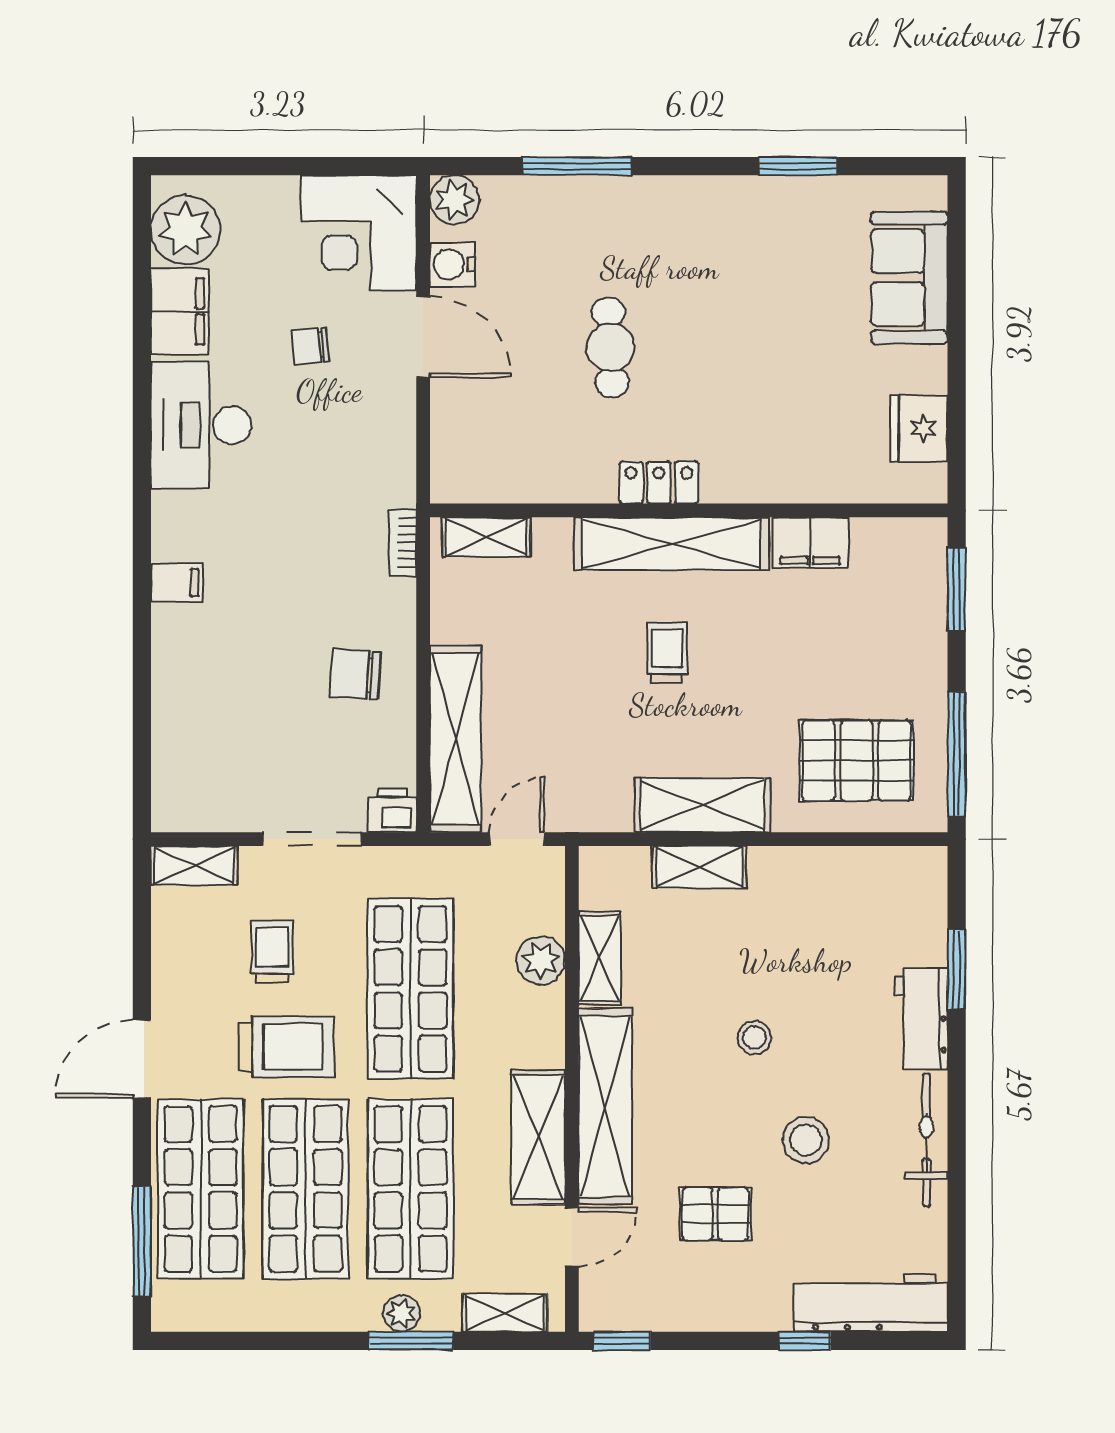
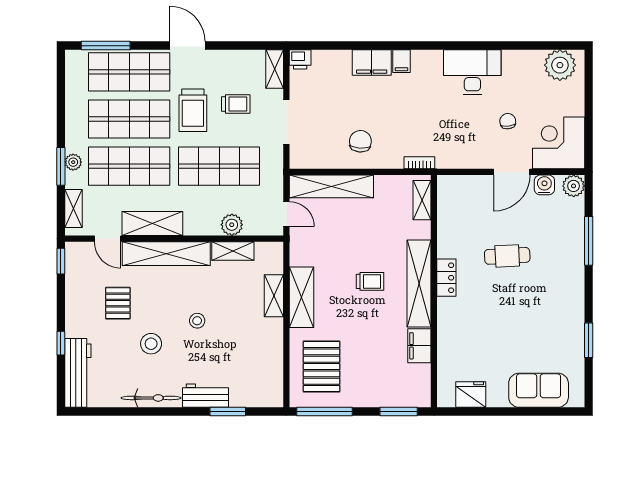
filing cabinet: (180, 311) -> (372, 63), moved
printer: (392, 810) -> (300, 59), moved, turned 90

